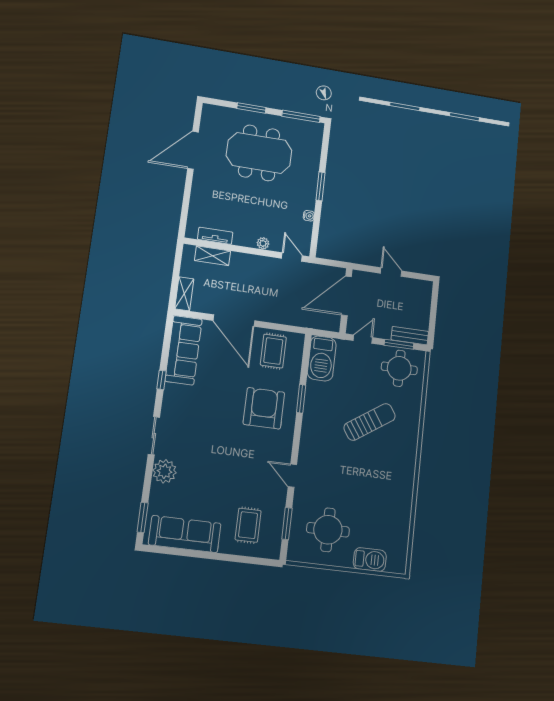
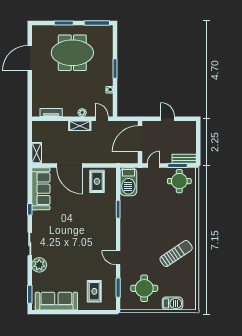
shelving: (213, 256) -> (80, 126), moved
armchair: (264, 408) -> (95, 218), removed
sun lounger: (370, 422) -> (176, 253), moved

